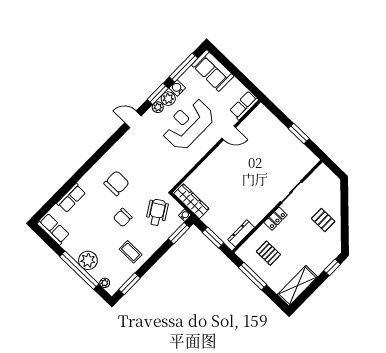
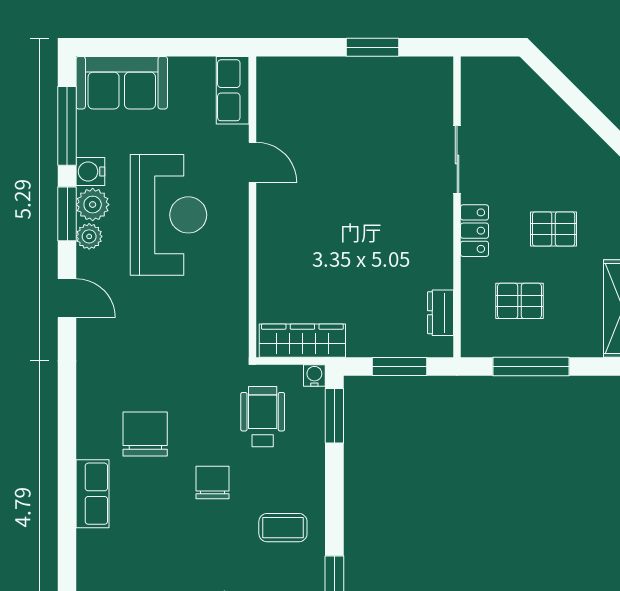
door: (133, 119) -> (67, 298), swing flipped
reception desk: (188, 124) -> (168, 215), turned 180
door: (229, 133) -> (253, 162), hinge flipped
row of seats: (71, 198) -> (92, 494), moved
wheelchair: (157, 212) -> (263, 417), turned 32
chair: (123, 218) -> (213, 483), turned 180
pallet: (323, 220) -> (554, 229), moved
dresser: (241, 233) -> (441, 313), width x0.70

